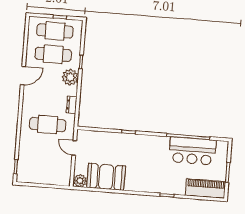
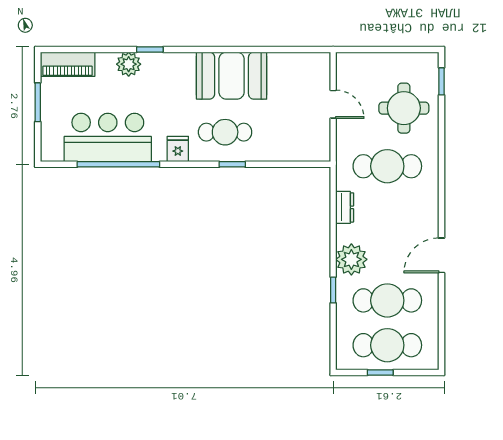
fridge: (156, 142) -> (178, 149), added
door: (74, 148) -> (333, 104), moved
cafe table: (131, 149) -> (225, 132), added
round table: (37, 154) -> (404, 108), added
booth: (106, 177) -> (232, 76), moved
plant: (80, 181) -> (129, 64), moved
piano: (205, 188) -> (68, 64), width x0.73, depth x0.75

